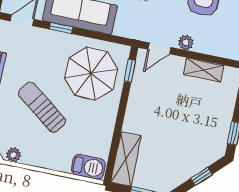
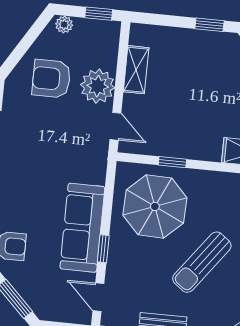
plant: (186, 42) -> (98, 86), width x1.87, depth x1.87
window: (130, 71) -> (172, 162), moved

